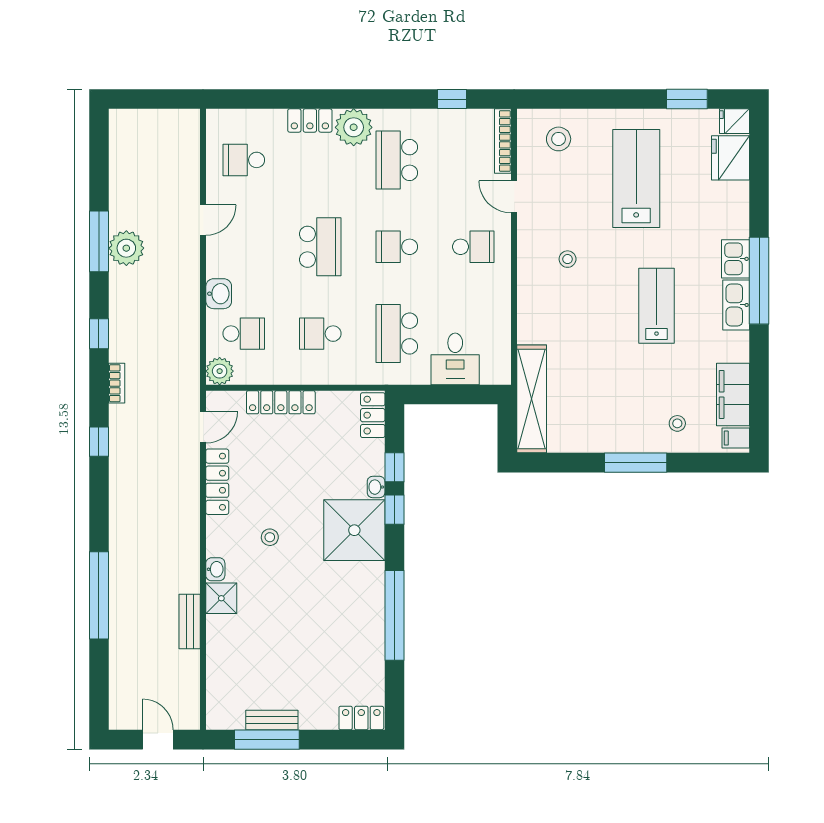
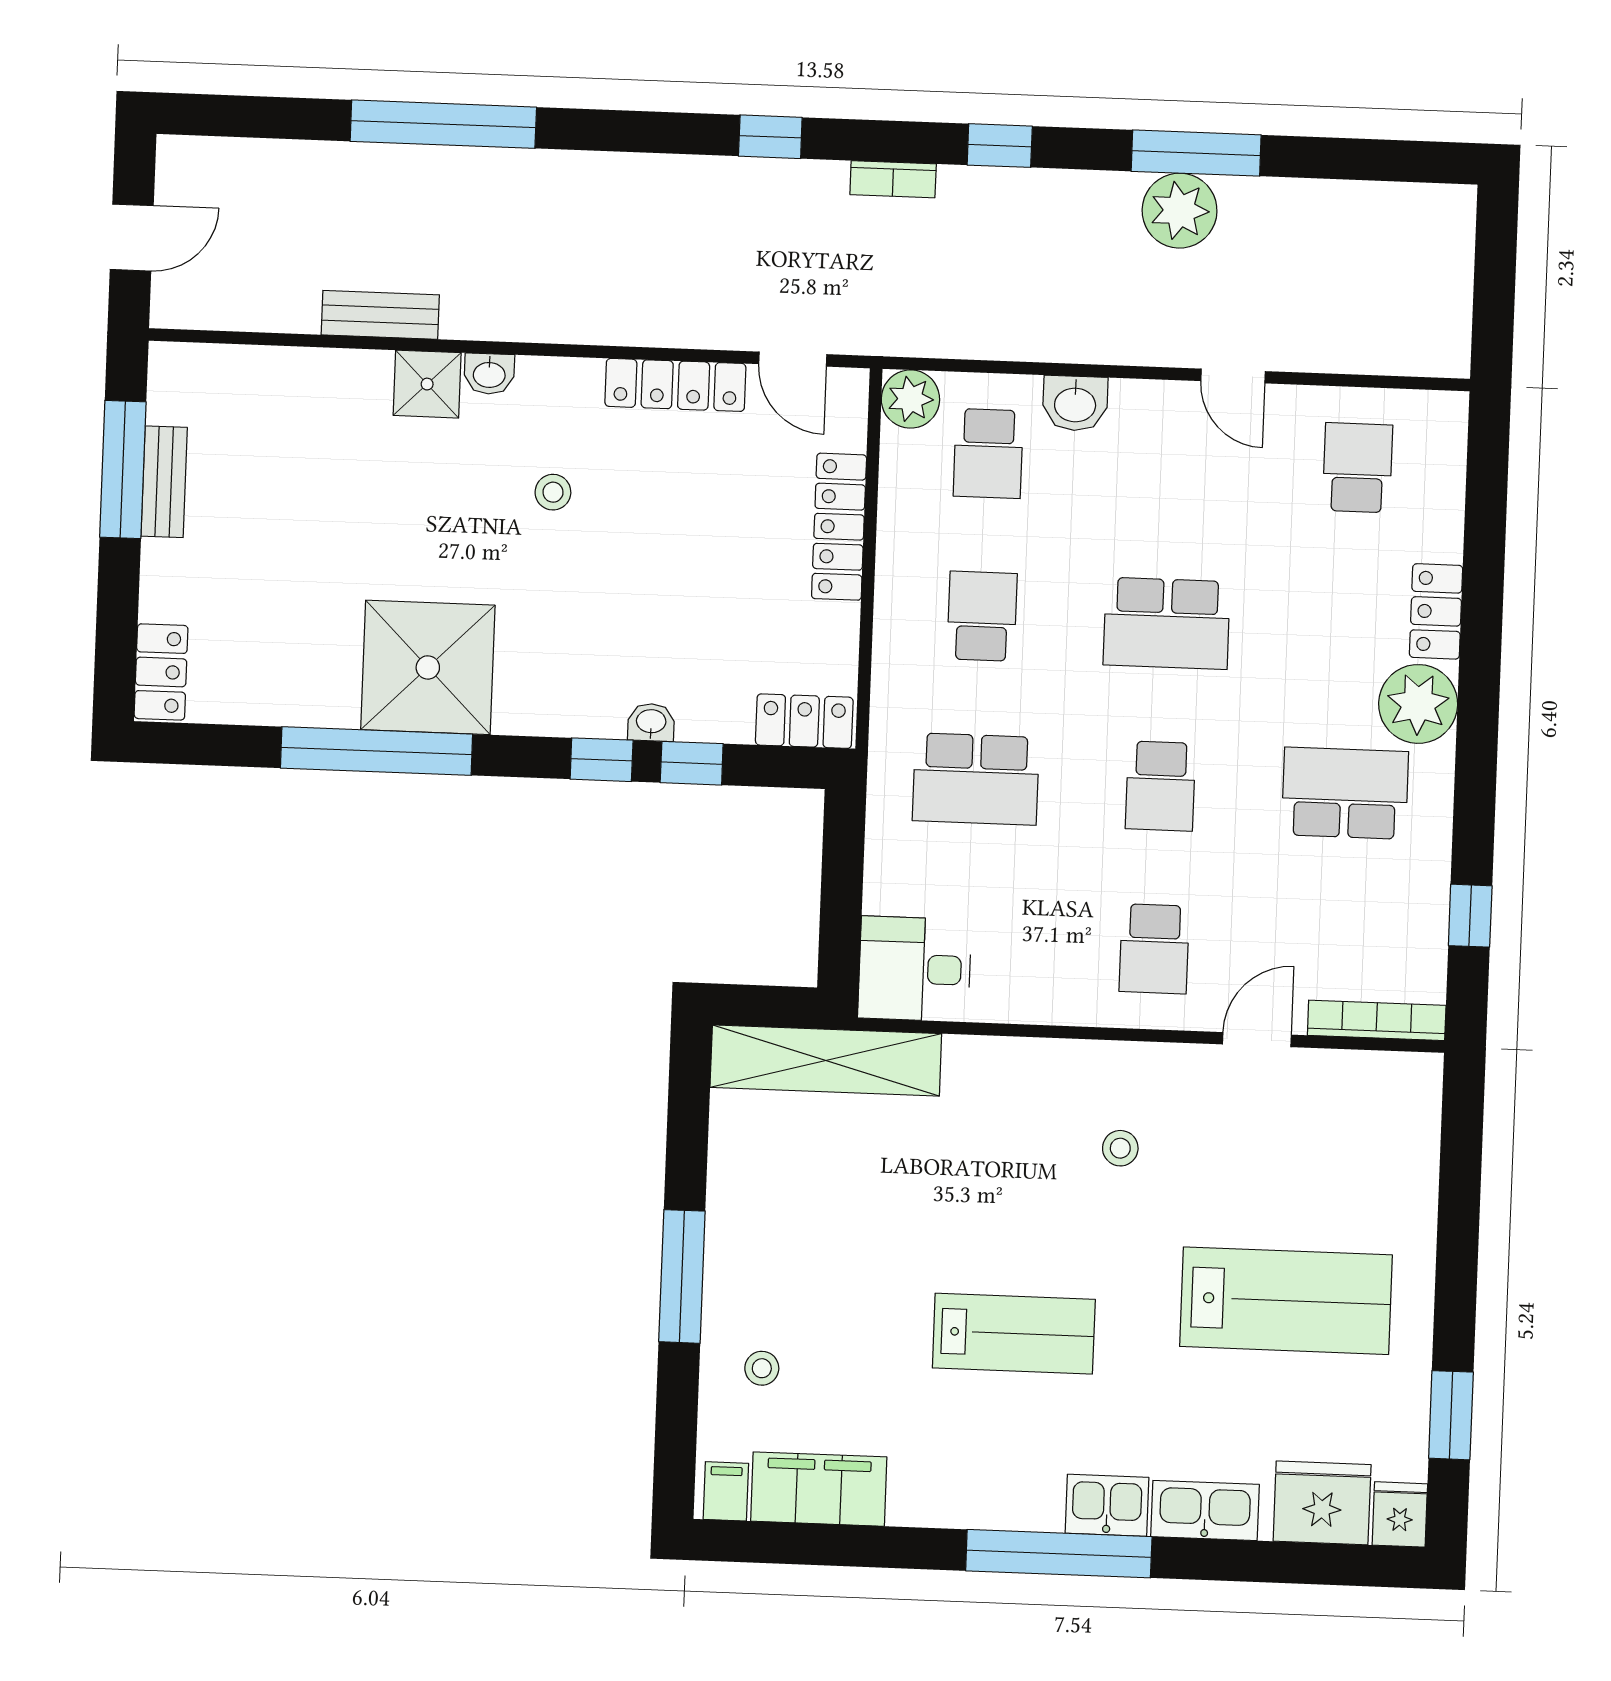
stool: (559, 139) -> (1376, 1139), removed
school desk: (397, 247) -> (1160, 786), turned 180
kitchen sink: (736, 305) -> (1205, 1511), moved
school desk: (397, 334) -> (976, 779), turned 180
desk: (455, 359) -> (915, 969), moved
shower: (354, 530) -> (428, 667), moved

